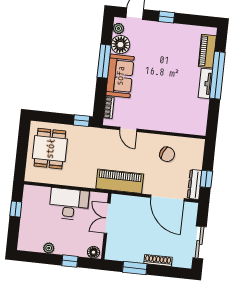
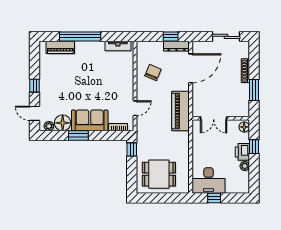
window: (104, 61) -> (78, 135), width x0.69
tv unit: (205, 83) -> (118, 46), moved
desk: (69, 204) -> (208, 180), moved, turned -90
printer: (65, 247) -> (242, 152), added

